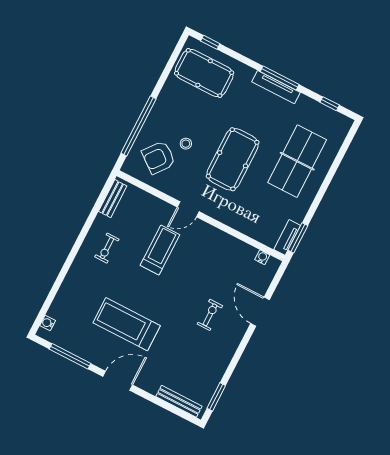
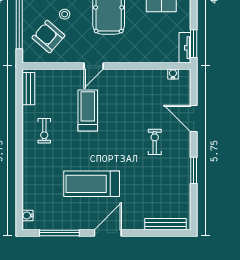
armchair: (159, 157) -> (48, 37), turned 93
window: (216, 397) -> (194, 170), moved

